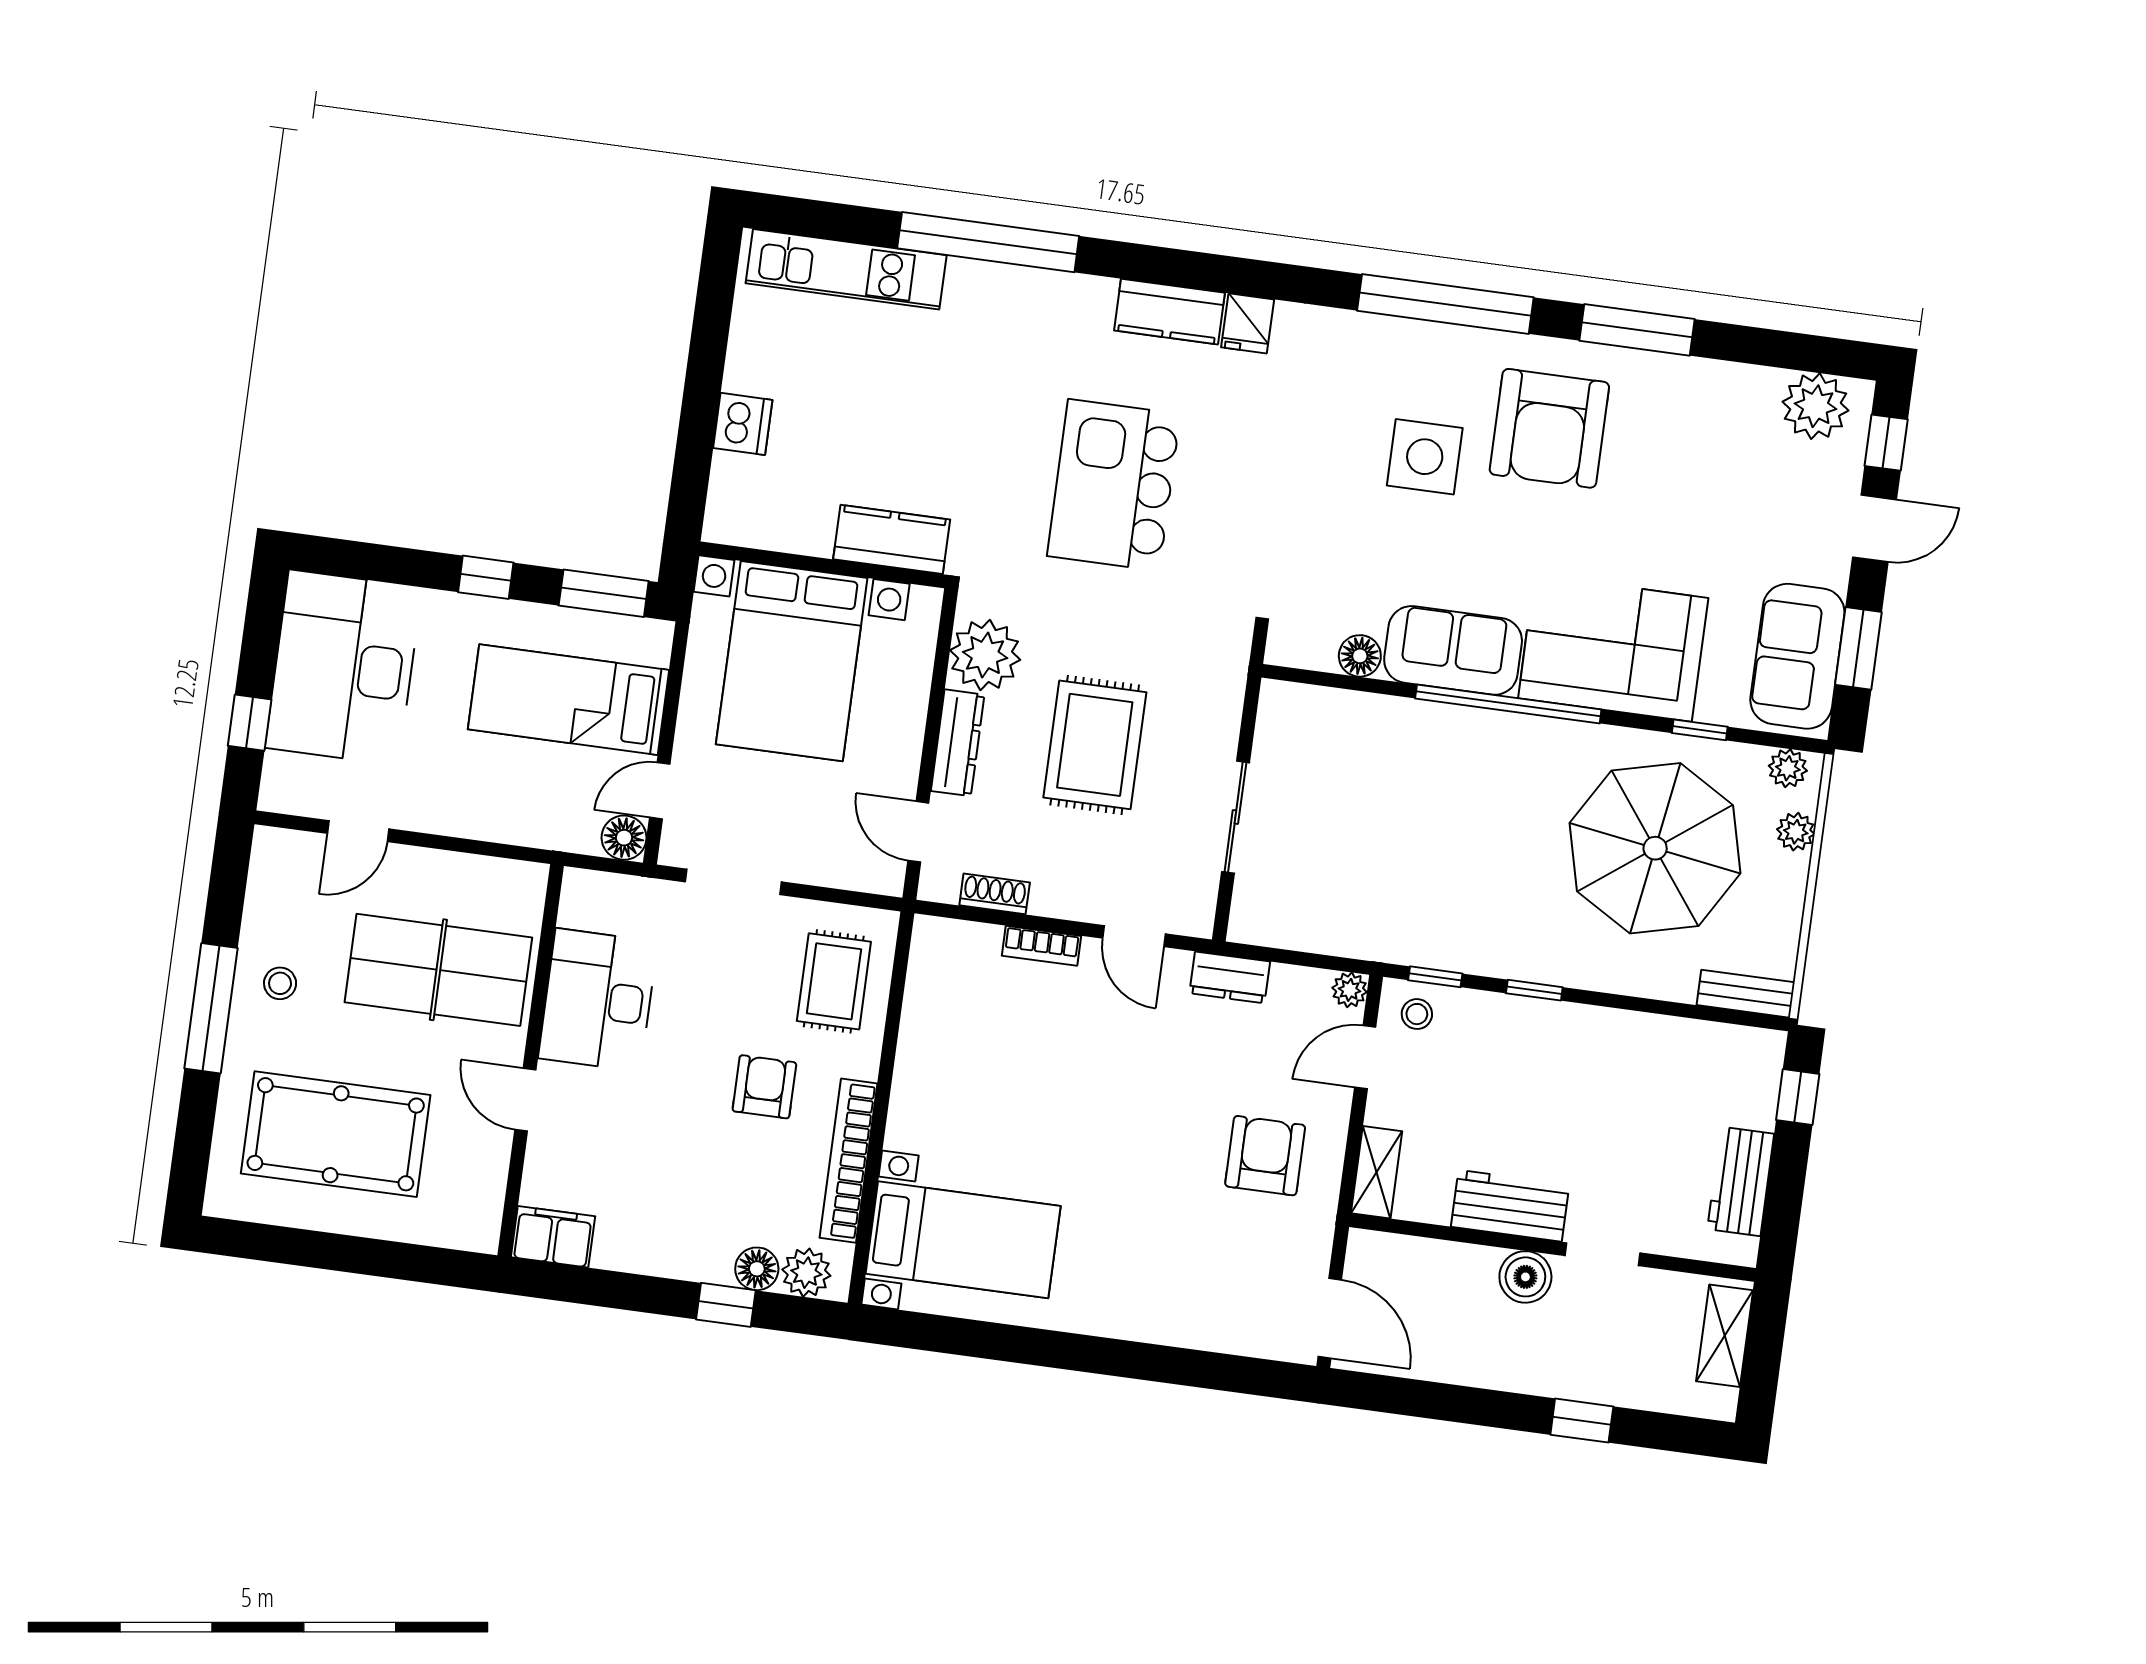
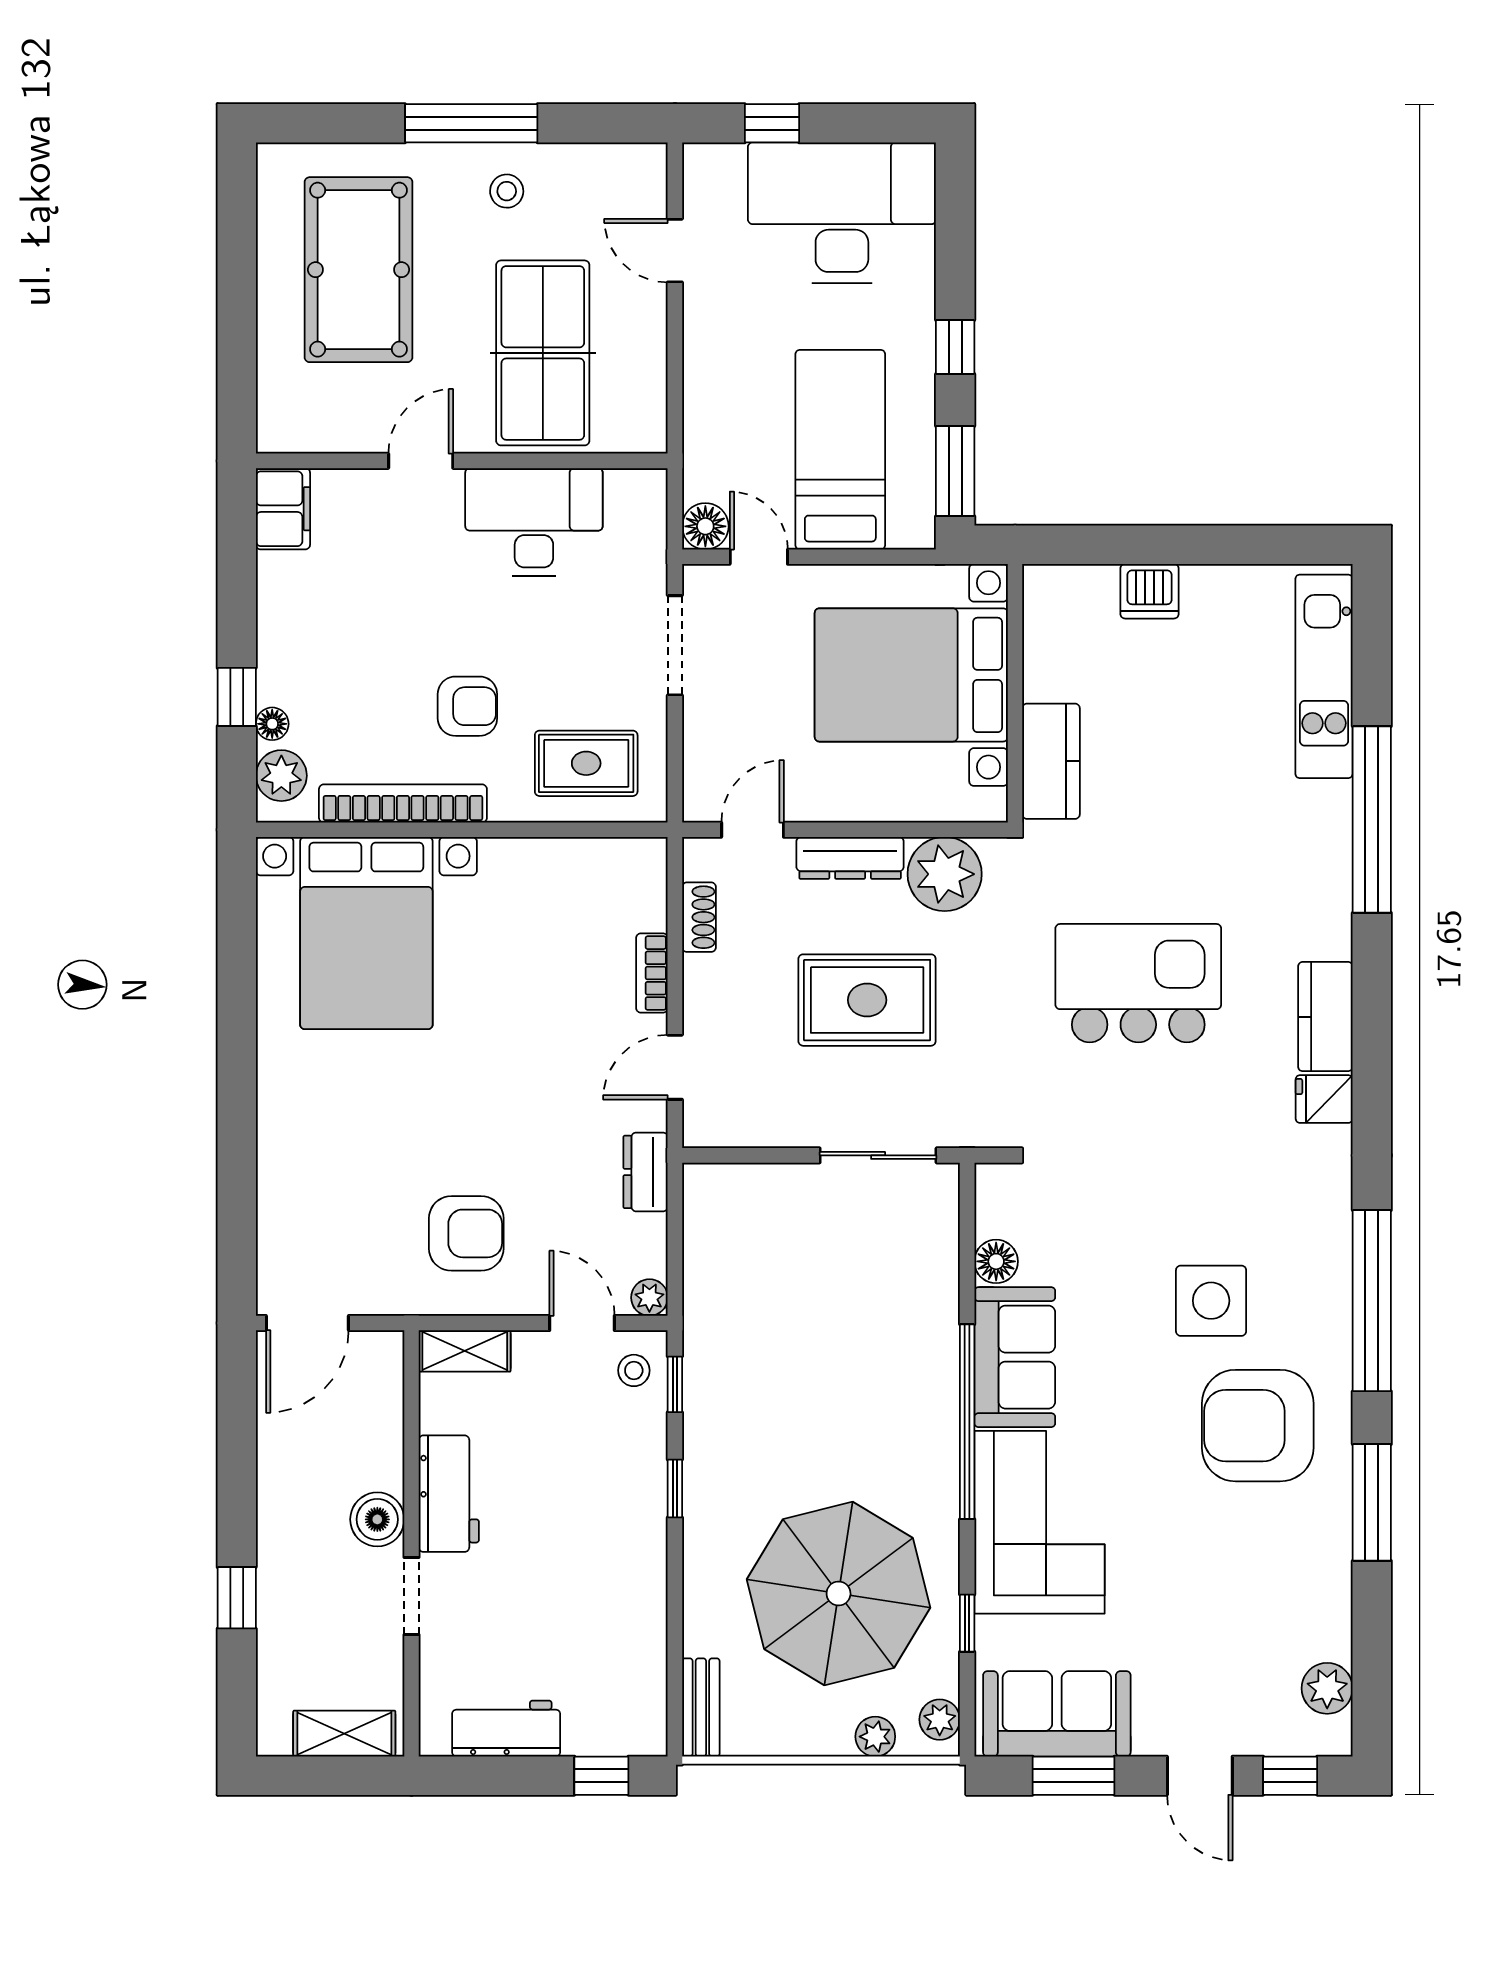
plant: (1815, 406) -> (1327, 1688), width x0.73, depth x0.73
sliding door: (1235, 817) -> (878, 1155), moved
bed with nightstands: (963, 1240) -> (366, 933), width x1.36
floor lamp: (757, 1269) -> (272, 724), width x0.73, depth x0.73

